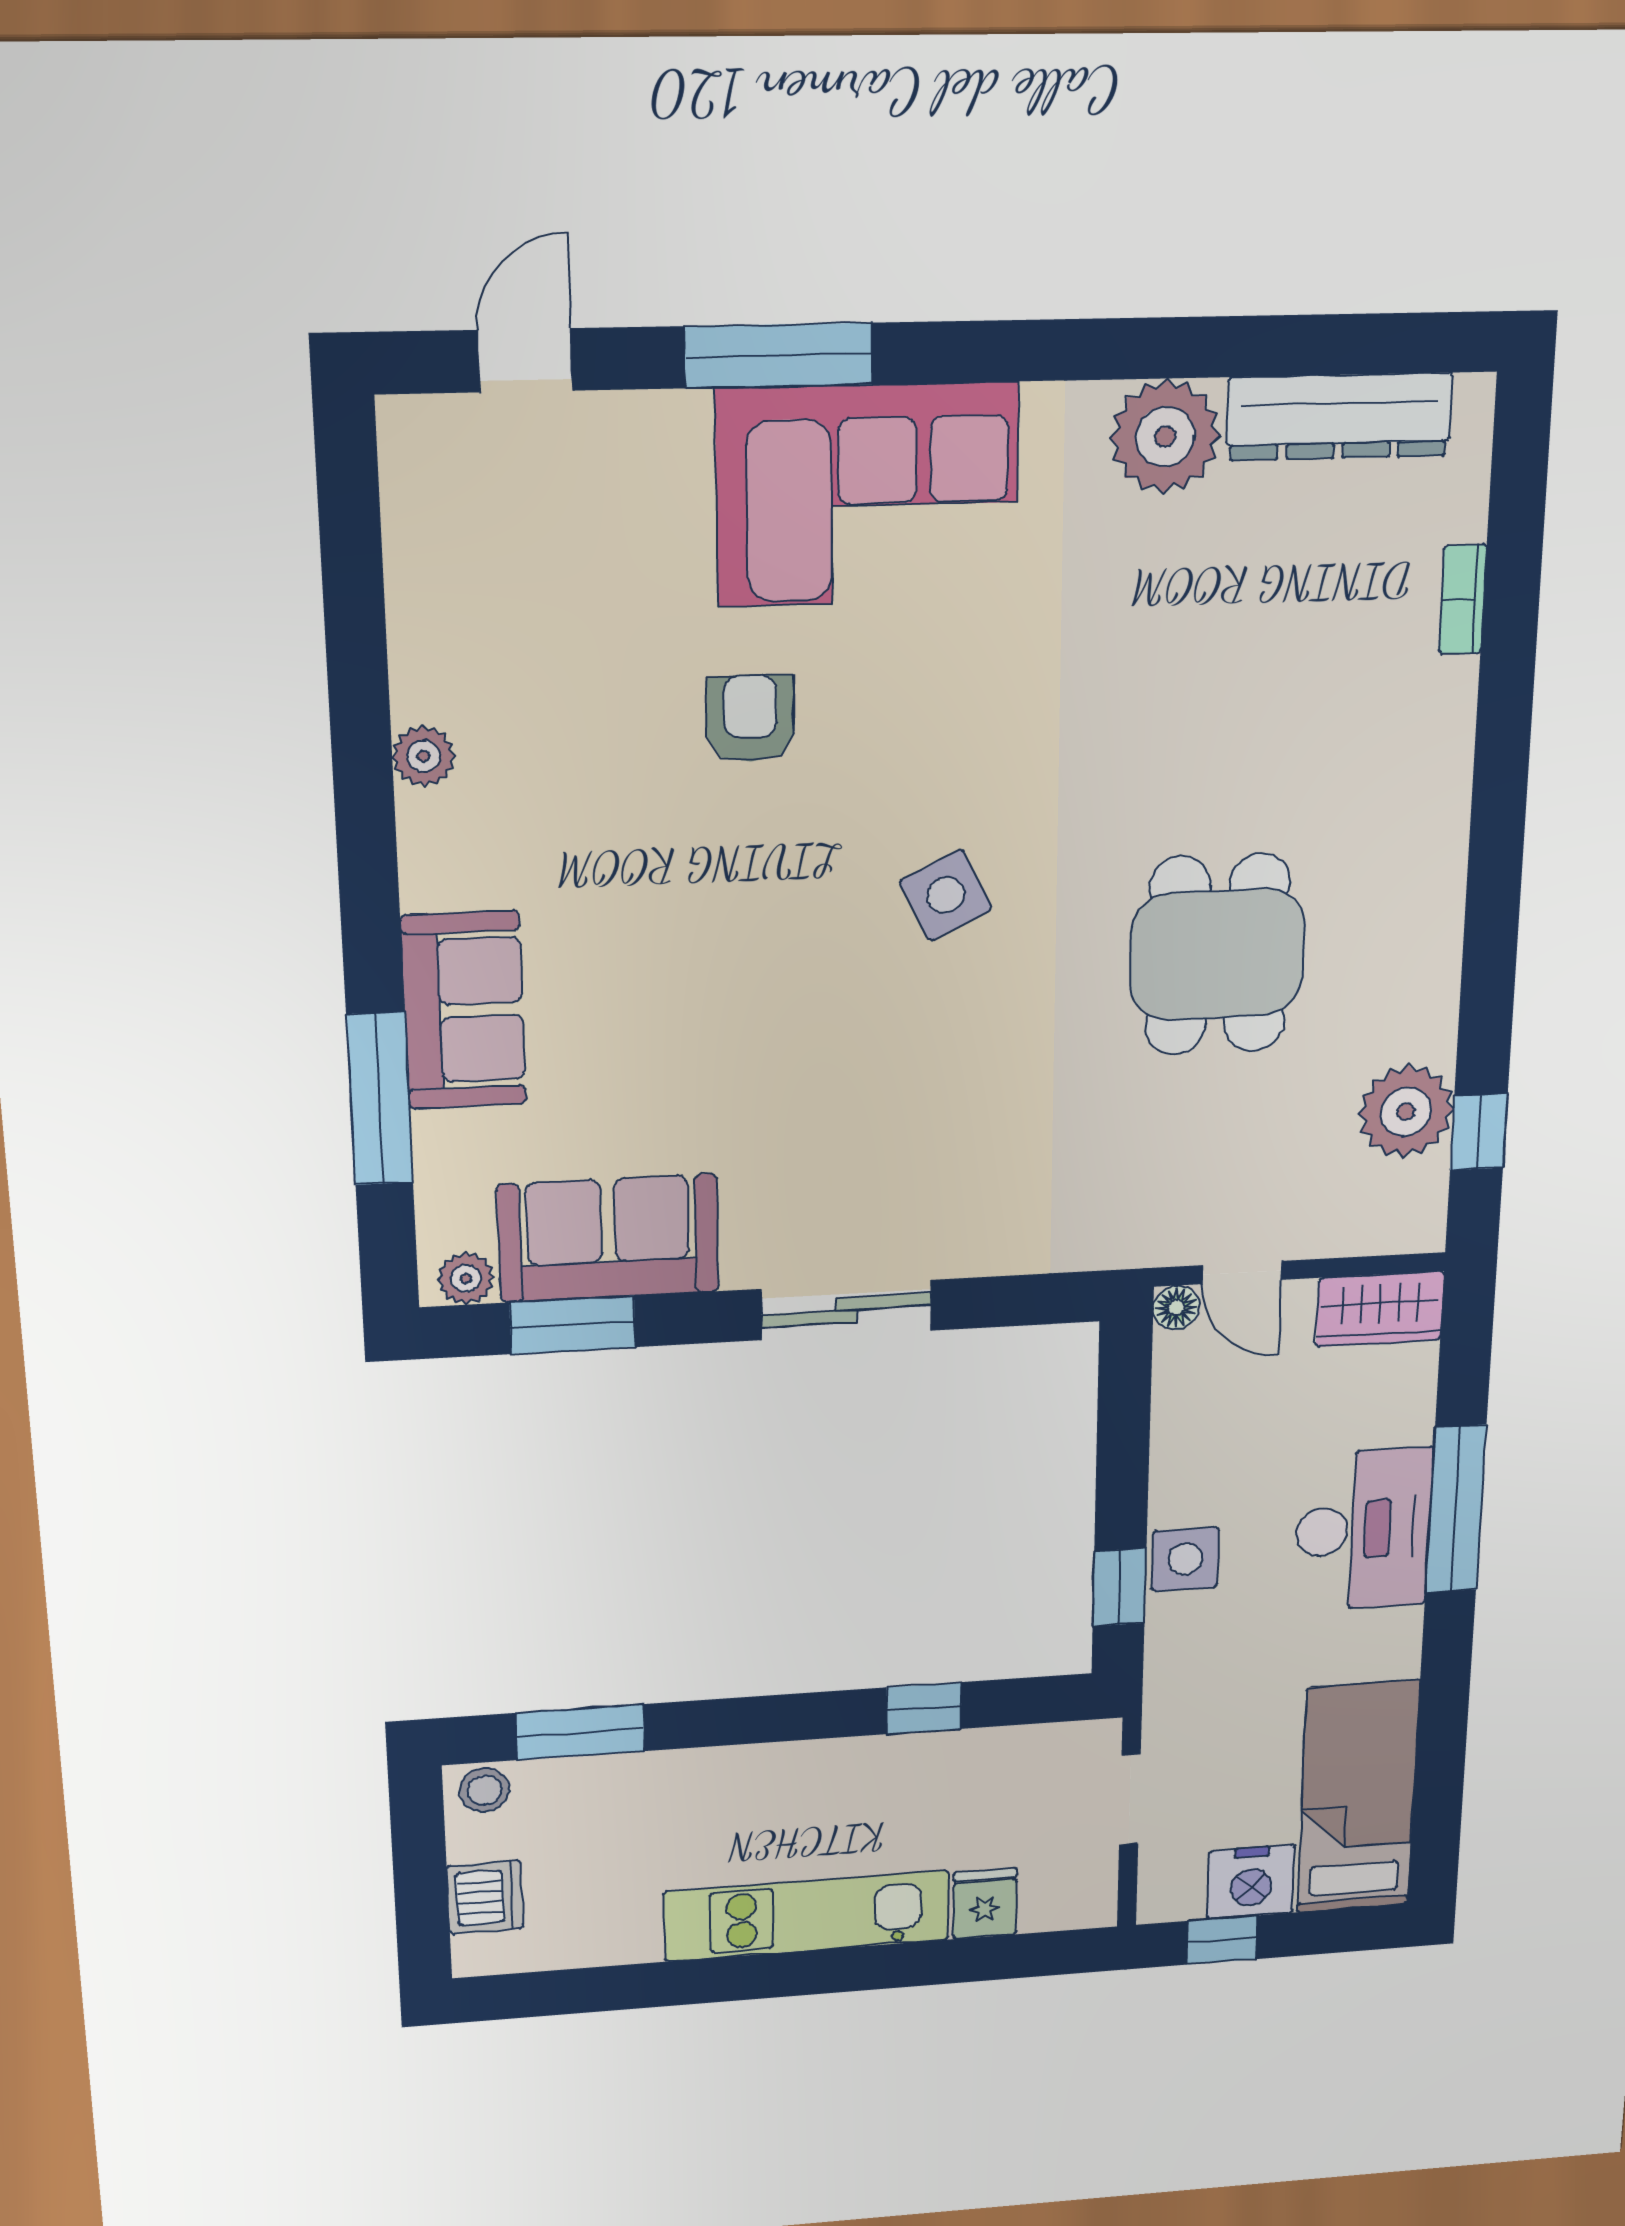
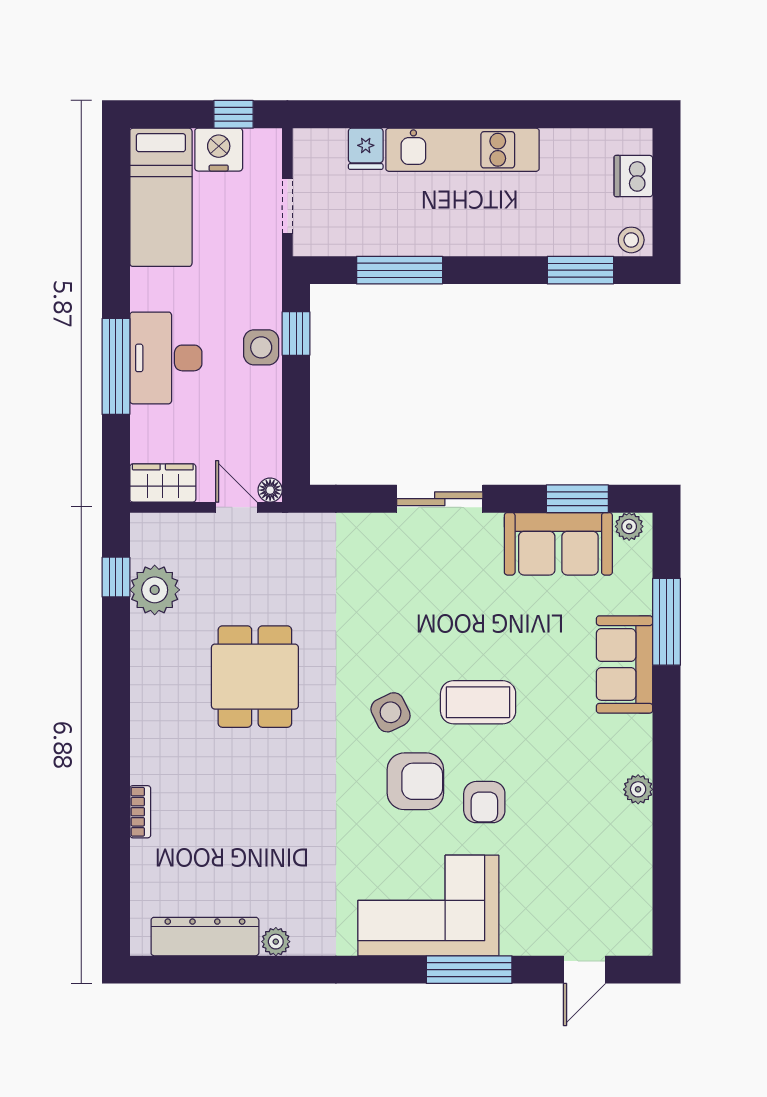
plant: (1165, 436) -> (276, 942), width x0.53, depth x0.53
bookcase: (1463, 599) -> (140, 812), moved
armchair: (895, 757) -> (415, 781), added
coffee table: (766, 922) -> (478, 702), added
window: (924, 1708) -> (400, 270), width x2.17

